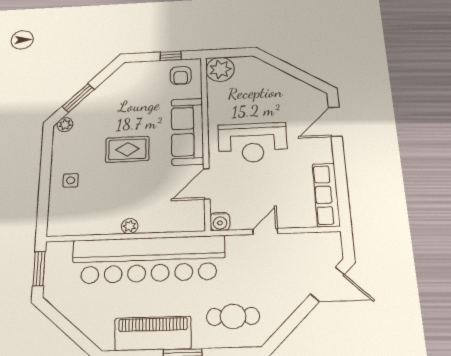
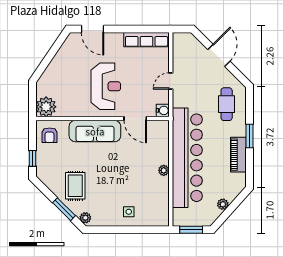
window: (171, 56) -> (33, 158), moved
armchair: (181, 75) -> (50, 135), turned 90
rug: (127, 149) -> (75, 186), moved
door: (265, 231) -> (171, 81), hinge flipped
door: (327, 284) -> (219, 55), moved
plant: (75, 315) -> (223, 204), added
piano: (153, 333) -> (238, 155), width x0.73, depth x0.75

